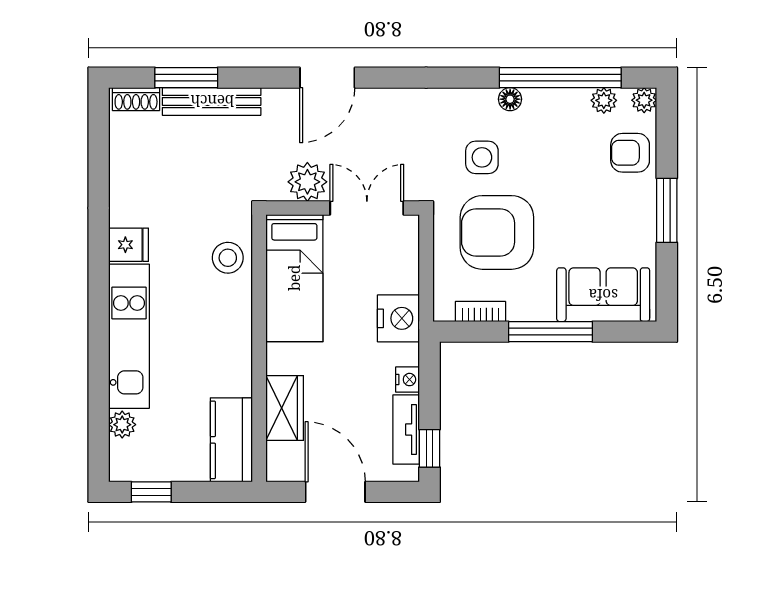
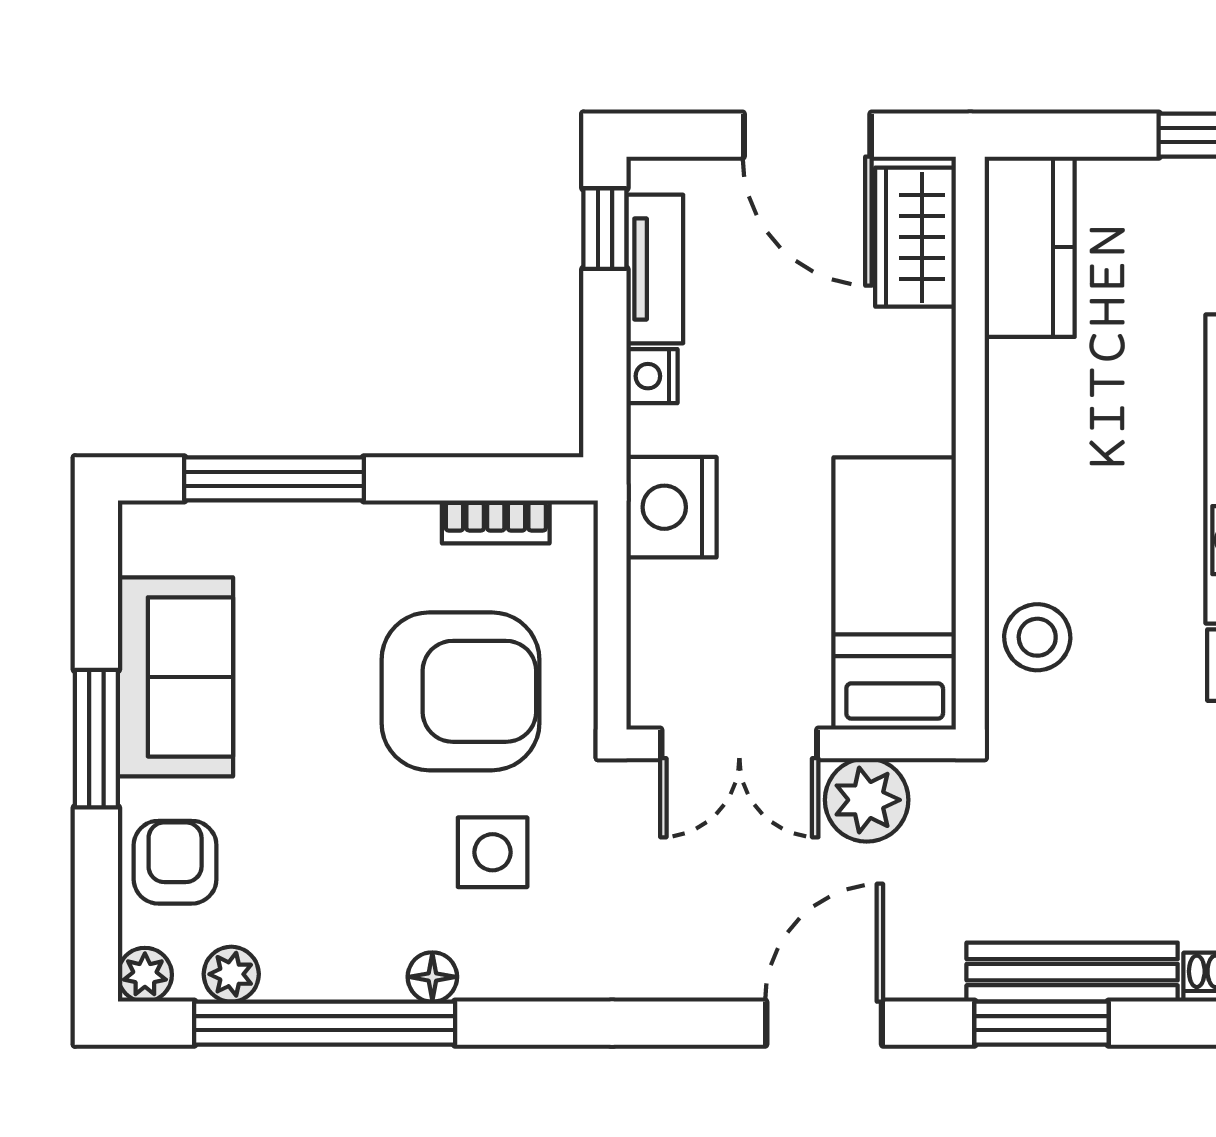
window: (186, 78) -> (1041, 1023), moved
armchair: (630, 153) -> (175, 862), turned -90
sofa: (603, 295) -> (175, 677), moved, turned -90
window: (551, 332) -> (274, 479), moved
wardrobe: (285, 408) -> (916, 237), moved

